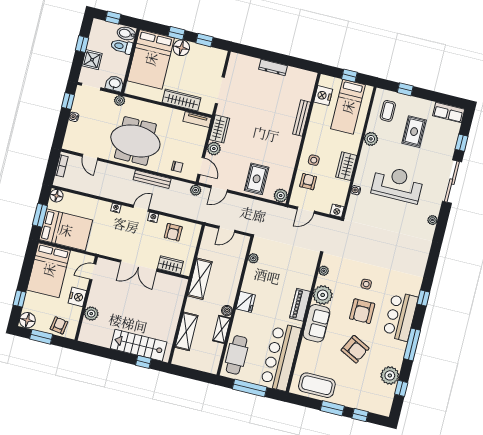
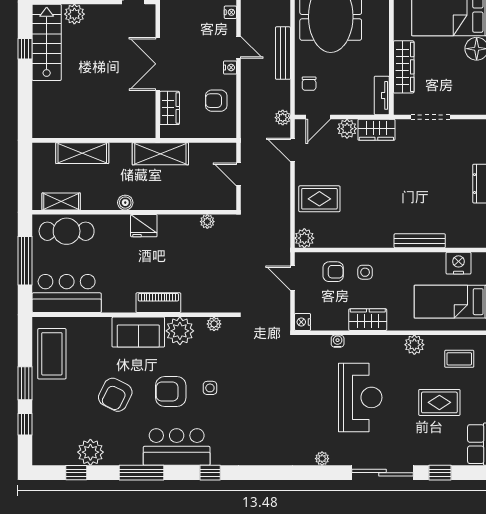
shelving: (222, 329) -> (61, 202), moved
stairs: (139, 345) -> (47, 42), moved
bar counter: (281, 357) -> (67, 293), width x0.73
window: (143, 362) -> (25, 49), moved

